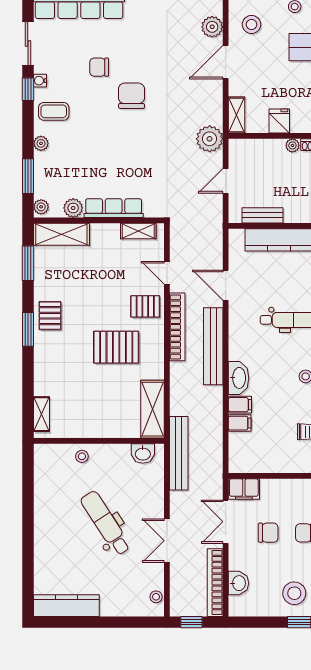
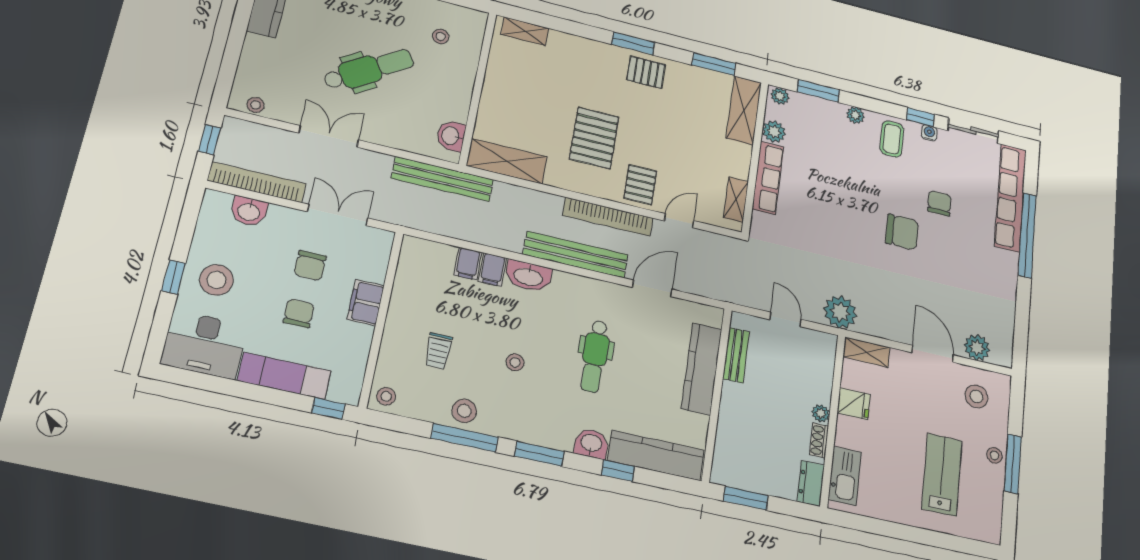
stool: (82, 456) -> (441, 36), moved
filing cabinet: (244, 489) -> (366, 303), moved

